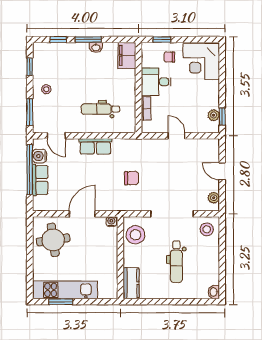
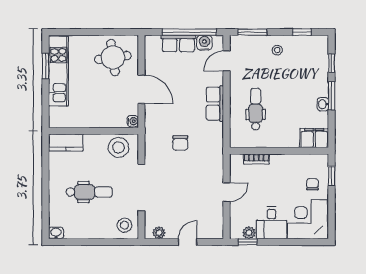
desk: (156, 82) -> (272, 223), moved, turned 180
dental chair: (176, 262) -> (89, 192), turned 180

